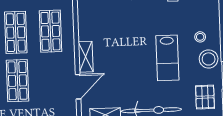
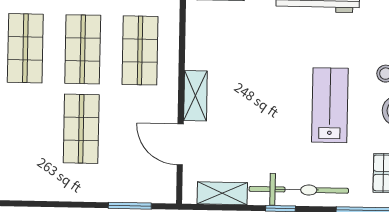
lab bench: (167, 58) -> (330, 105), turned 180
door: (78, 87) -> (180, 144), swing flipped

